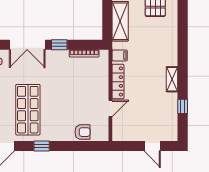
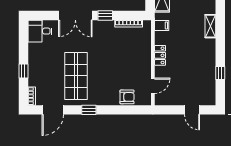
shelving: (172, 79) -> (210, 26), moved
locker: (118, 82) -> (160, 55), width x0.66
door: (110, 108) -> (153, 86), moved

